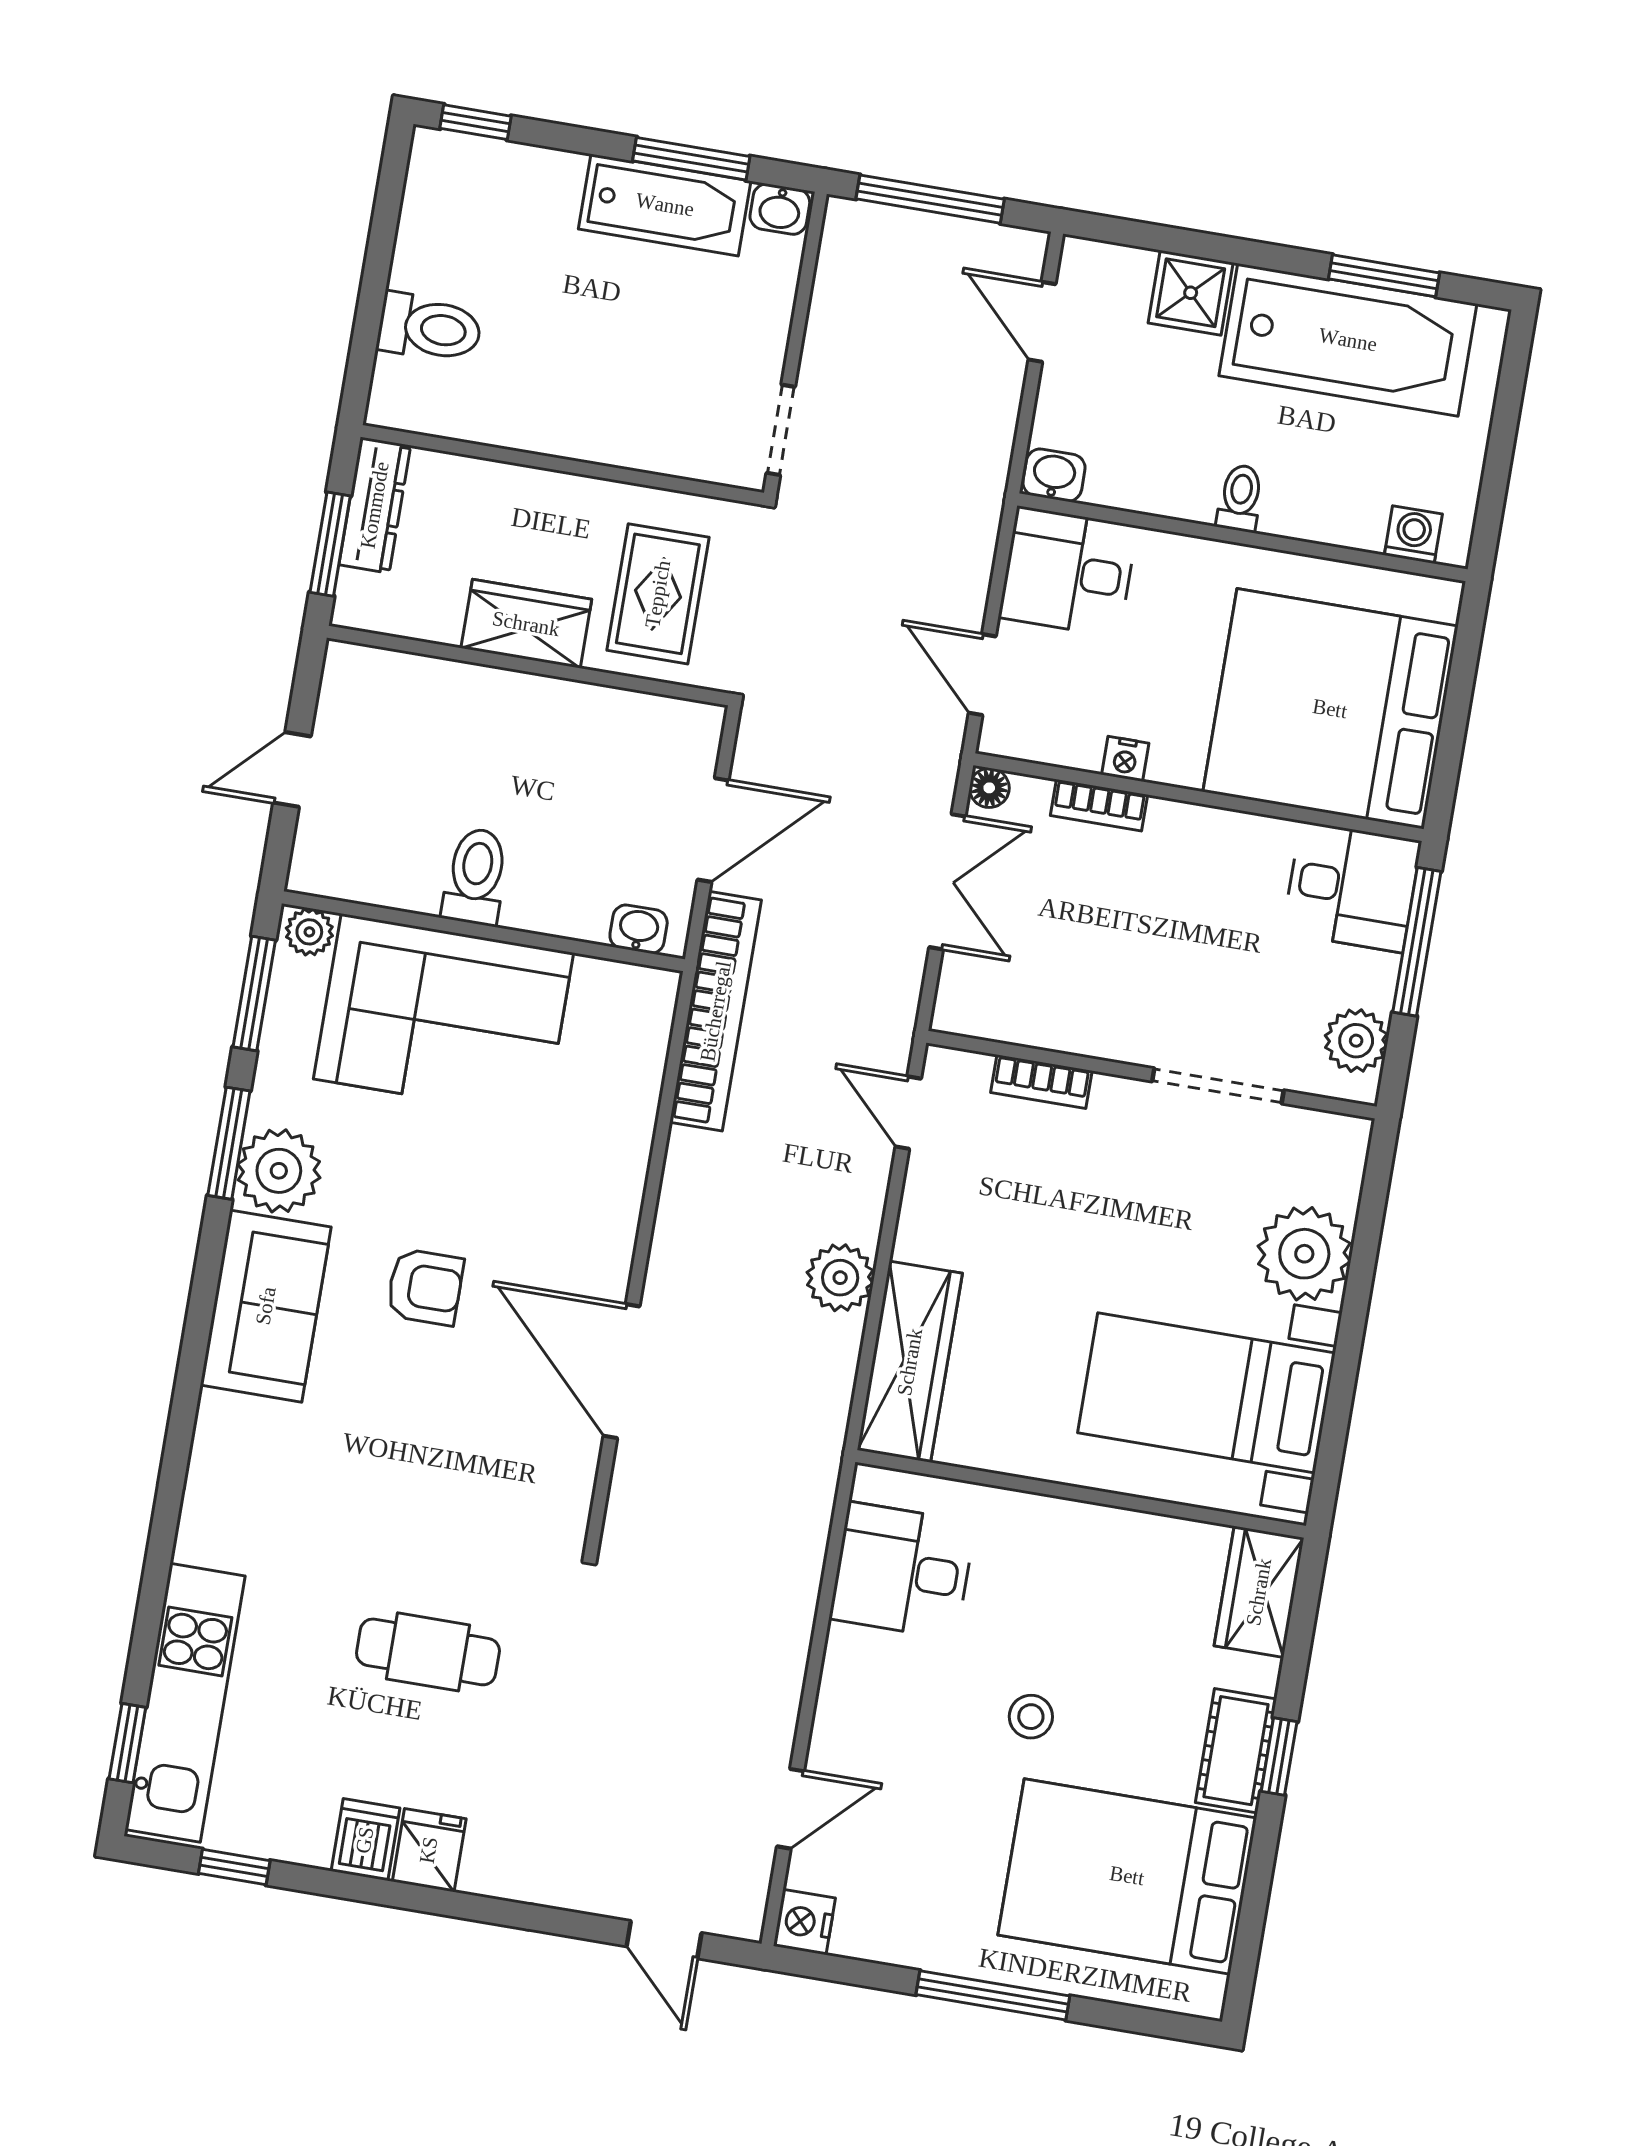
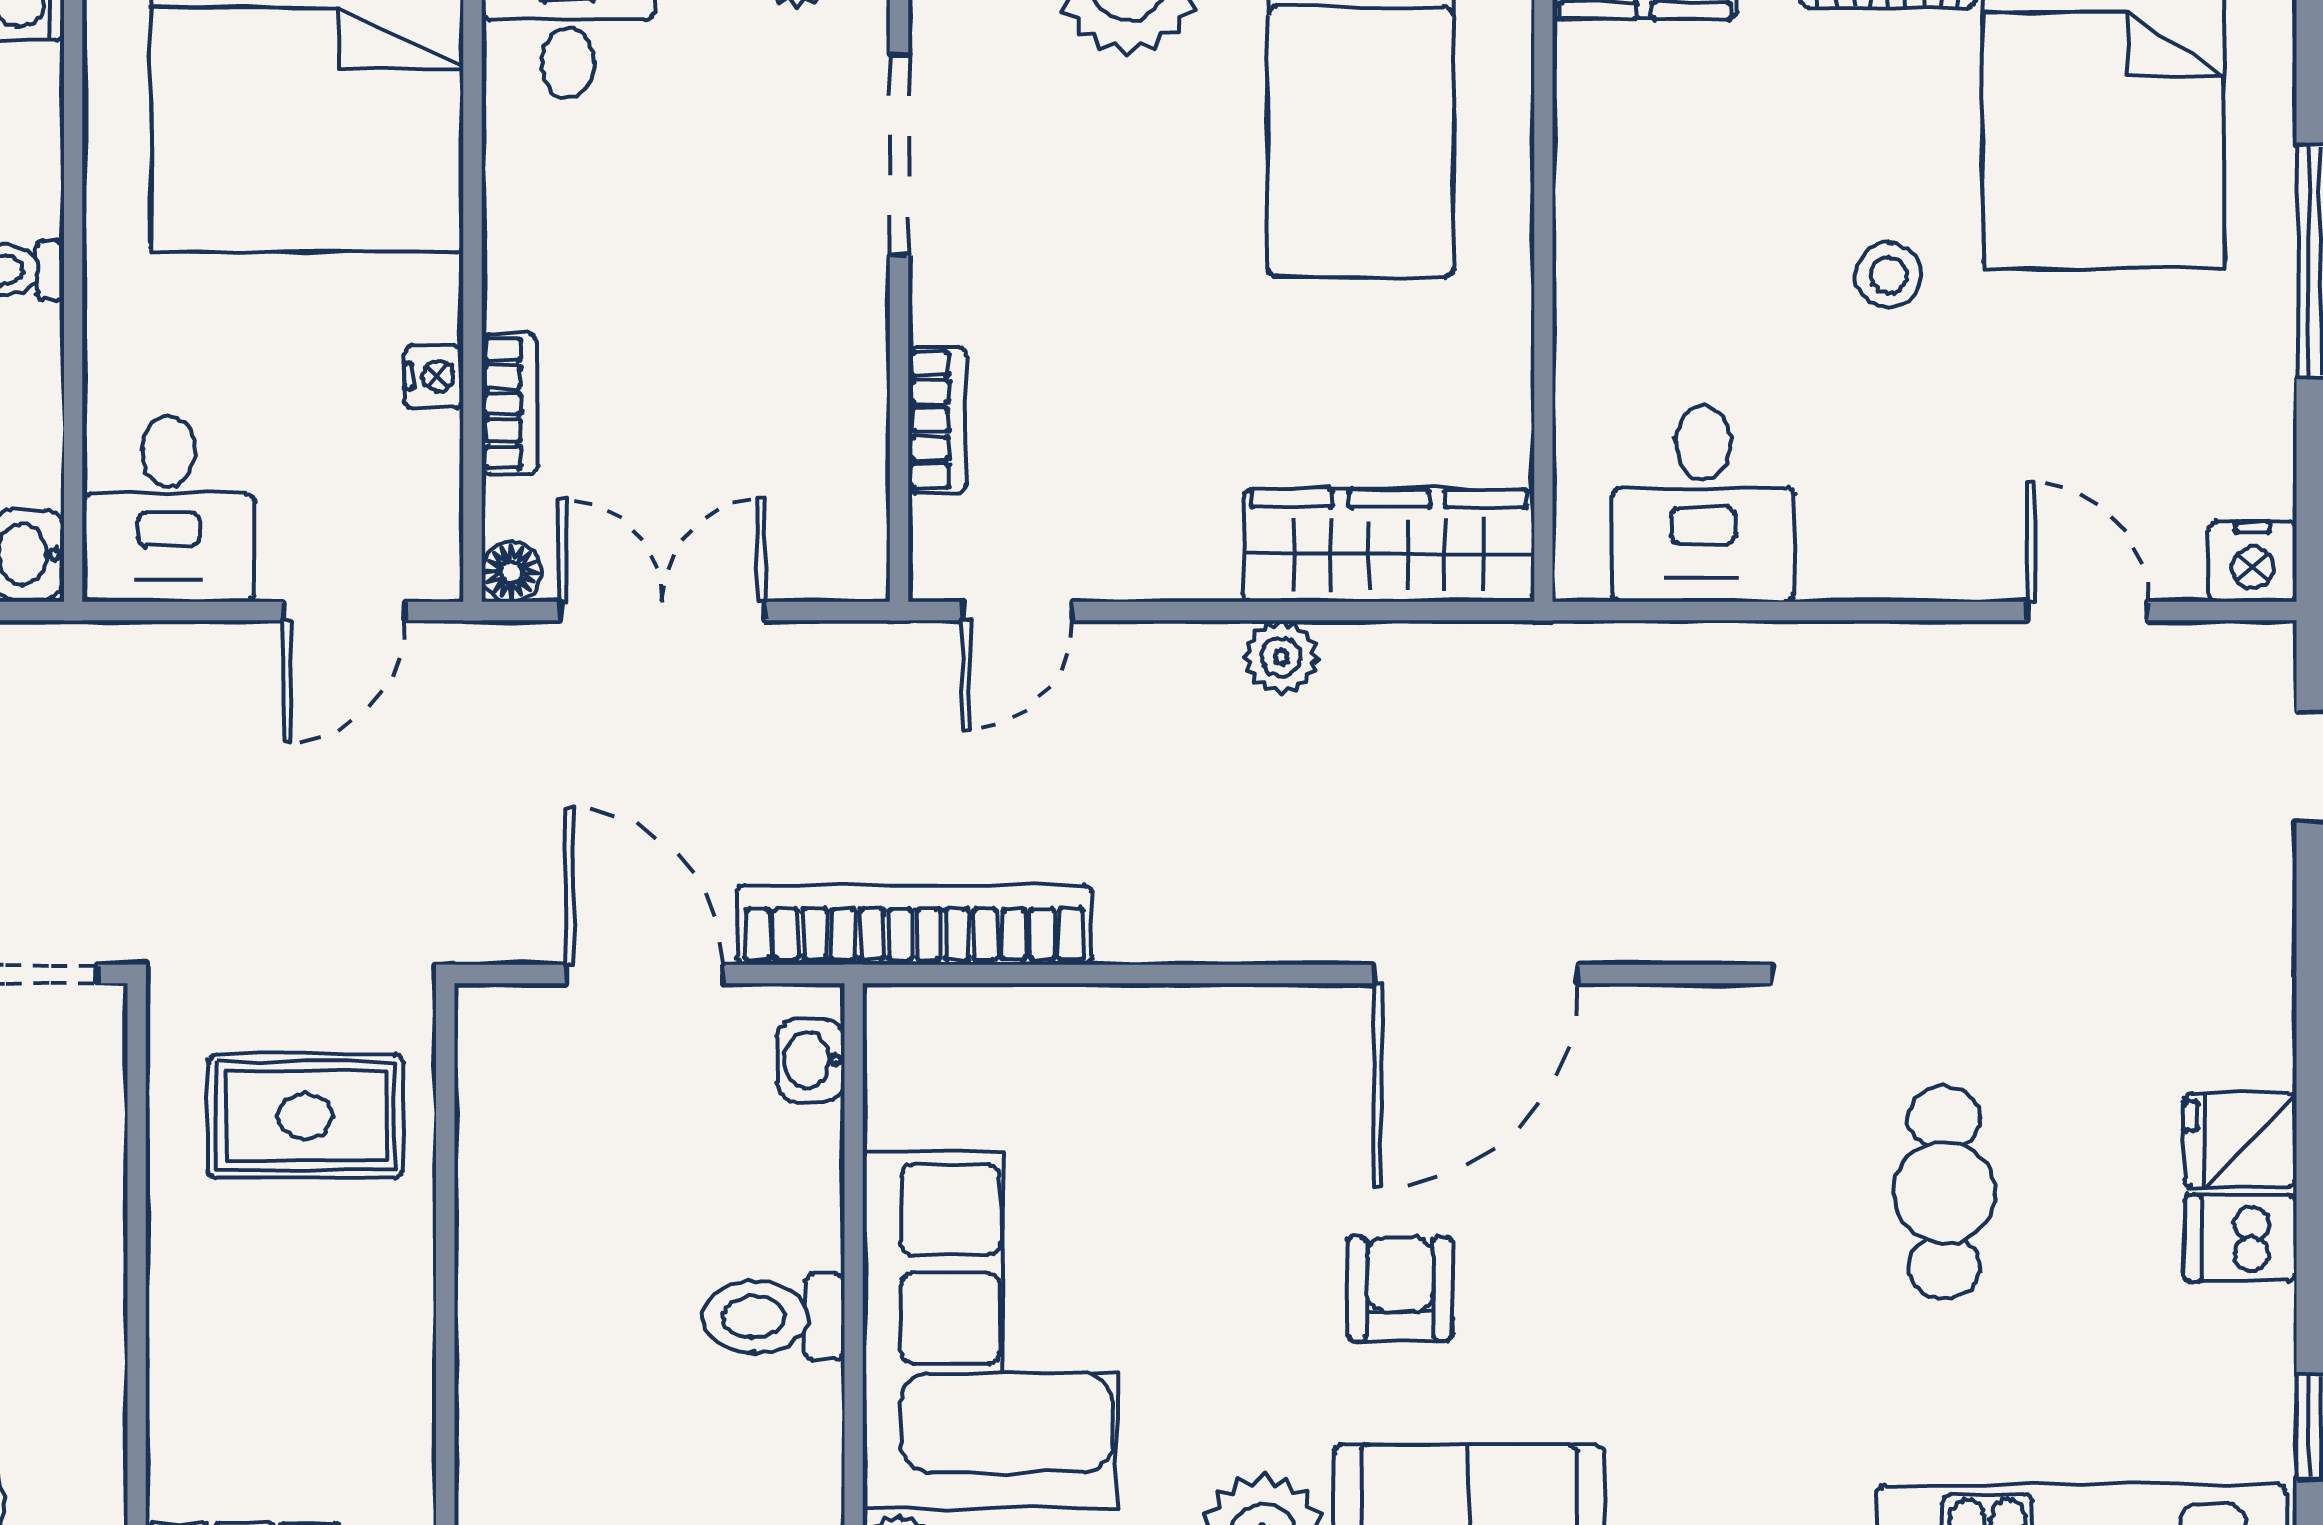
wardrobe: (526, 624) -> (383, 1305), removed
plant: (840, 1278) -> (1281, 657), width x0.73, depth x0.73

